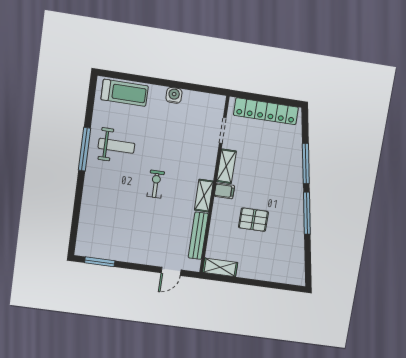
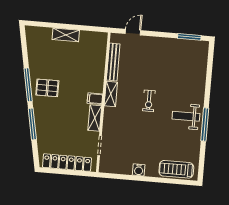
weight bench: (116, 146) -> (186, 116), moved
pallet: (253, 220) -> (47, 88), moved
shelving: (220, 267) -> (66, 35), moved

